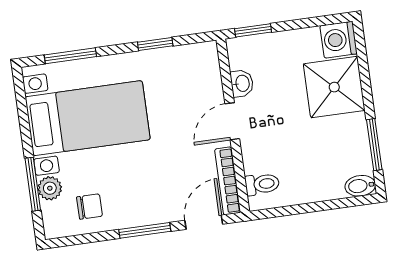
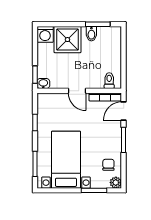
washbasin: (242, 83) -> (43, 84), moved
bidet: (360, 186) -> (91, 34), moved
plant: (50, 188) -> (116, 183), moved
door: (204, 222) -> (124, 111), hinge flipped

